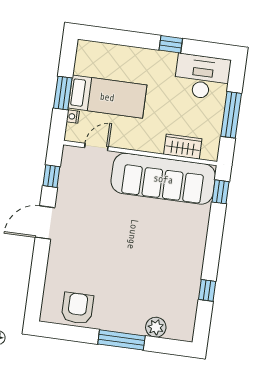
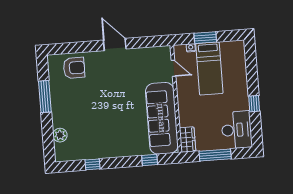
wardrobe: (183, 147) -> (187, 140), moved
window: (51, 176) -> (147, 42), removed
window: (221, 192) -> (150, 160), moved
armchair: (77, 308) -> (74, 68), moved
window: (121, 340) -> (45, 97), moved

